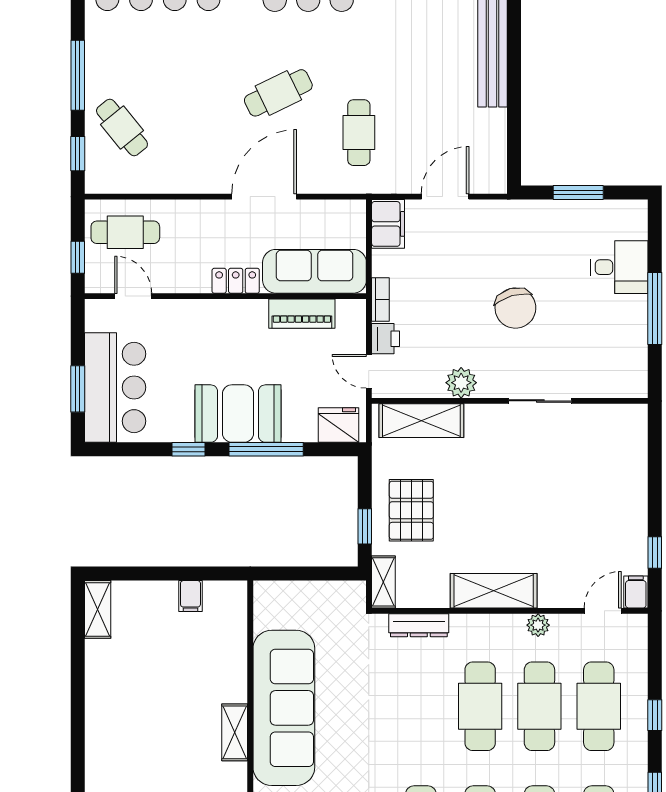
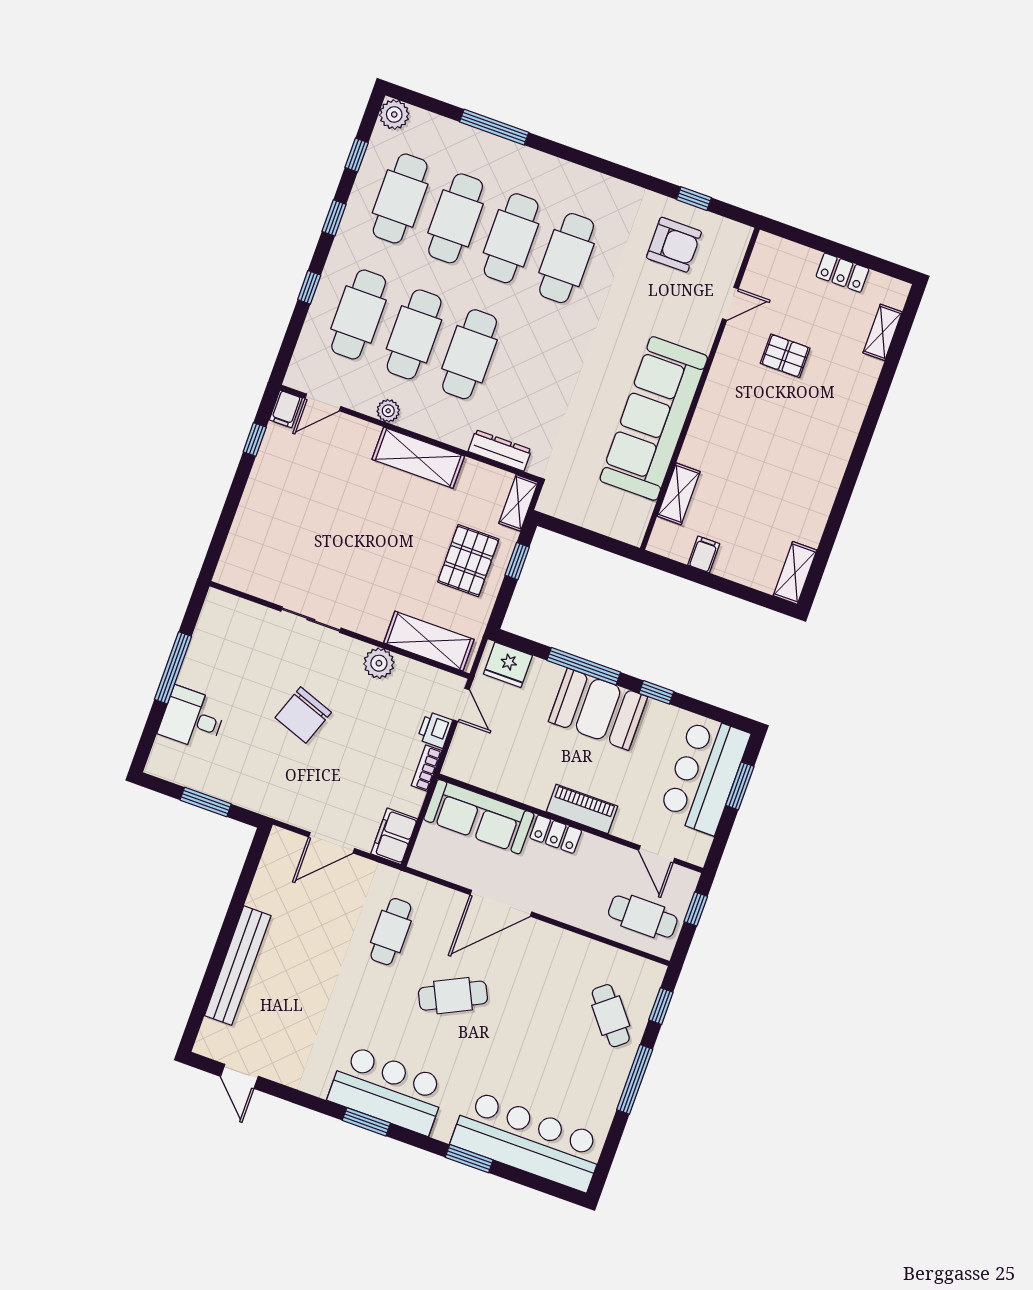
chair: (515, 308) -> (303, 715), turned -144
piano: (302, 314) -> (582, 809), moved
shelving: (235, 732) -> (679, 494), moved

